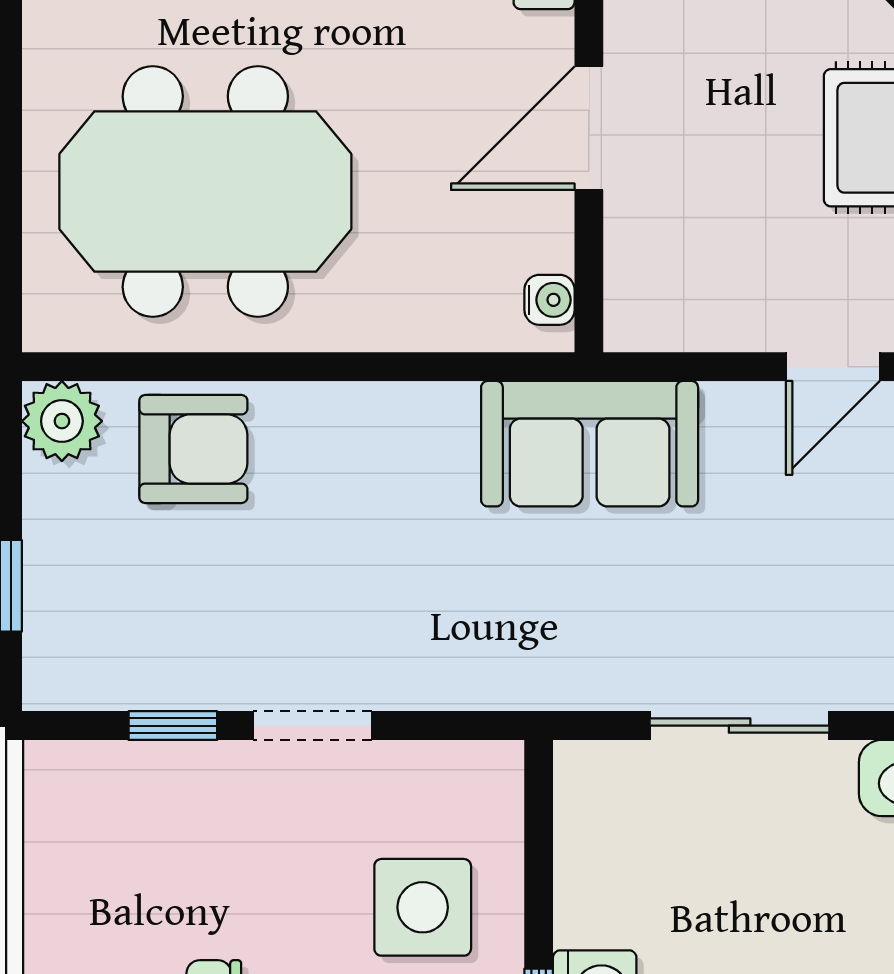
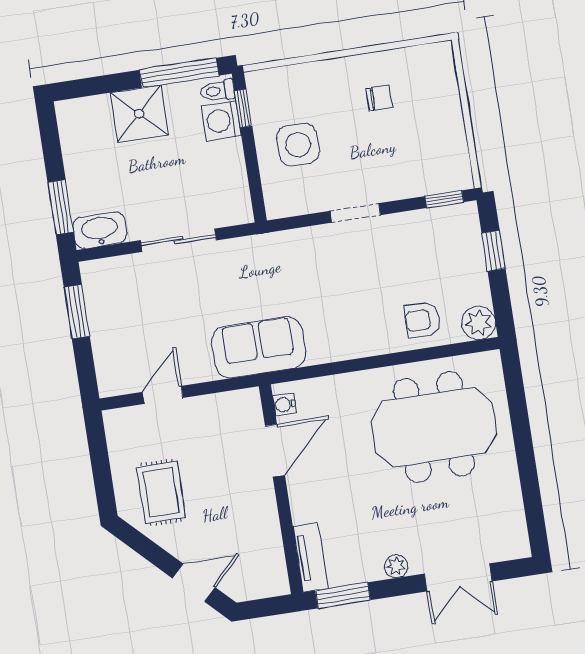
door: (589, 128) -> (275, 451), moved
armchair: (193, 449) -> (422, 320), width x0.72, depth x0.72
window: (173, 726) -> (444, 199), moved

